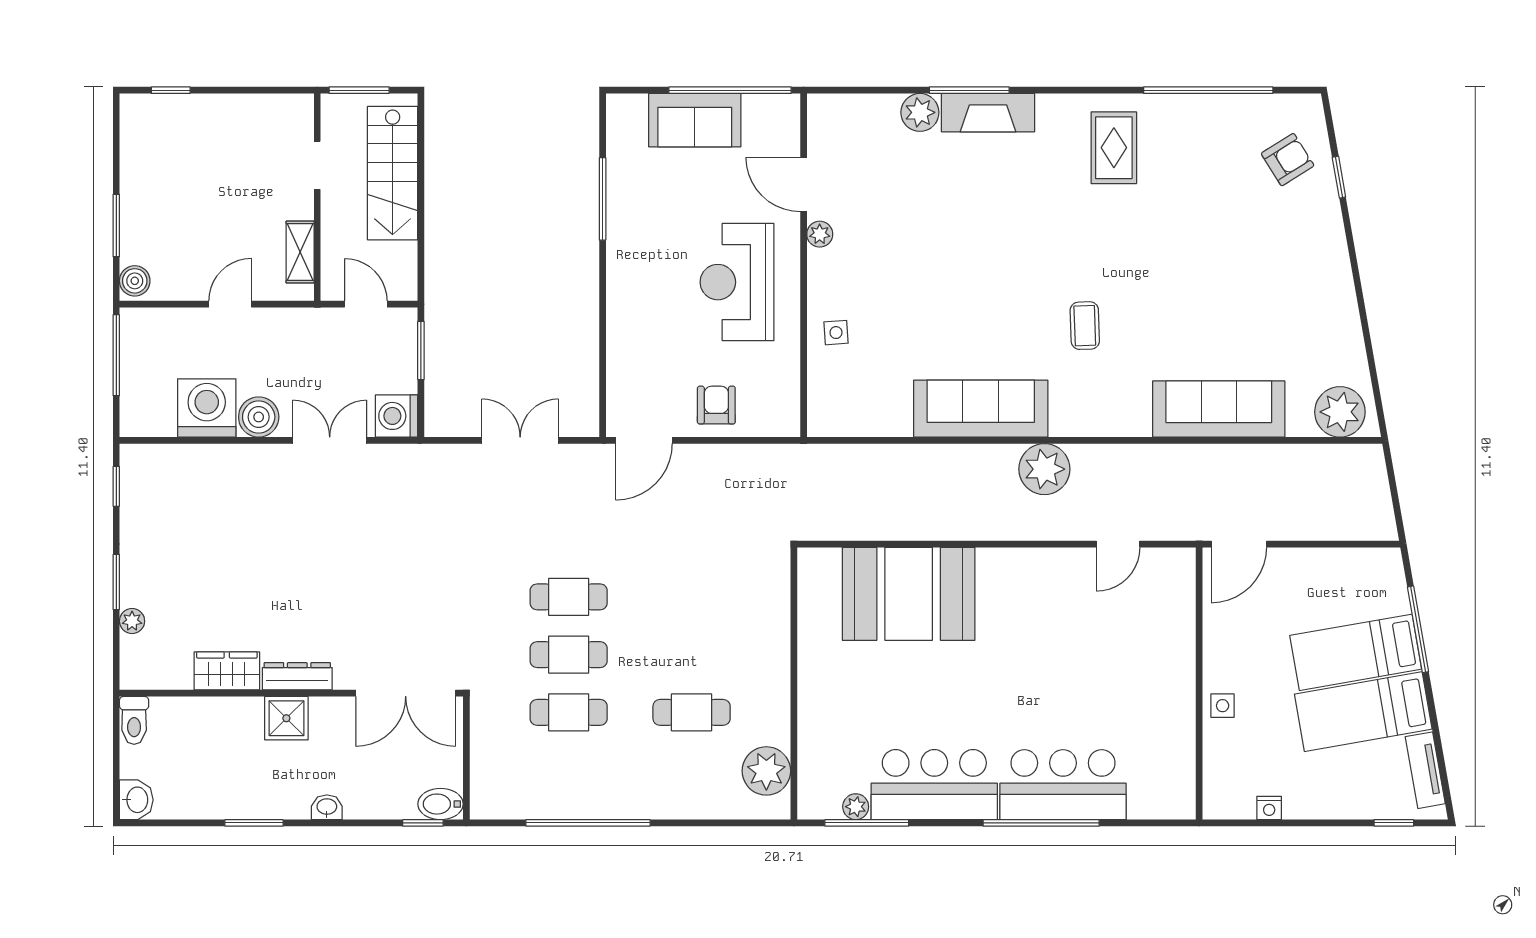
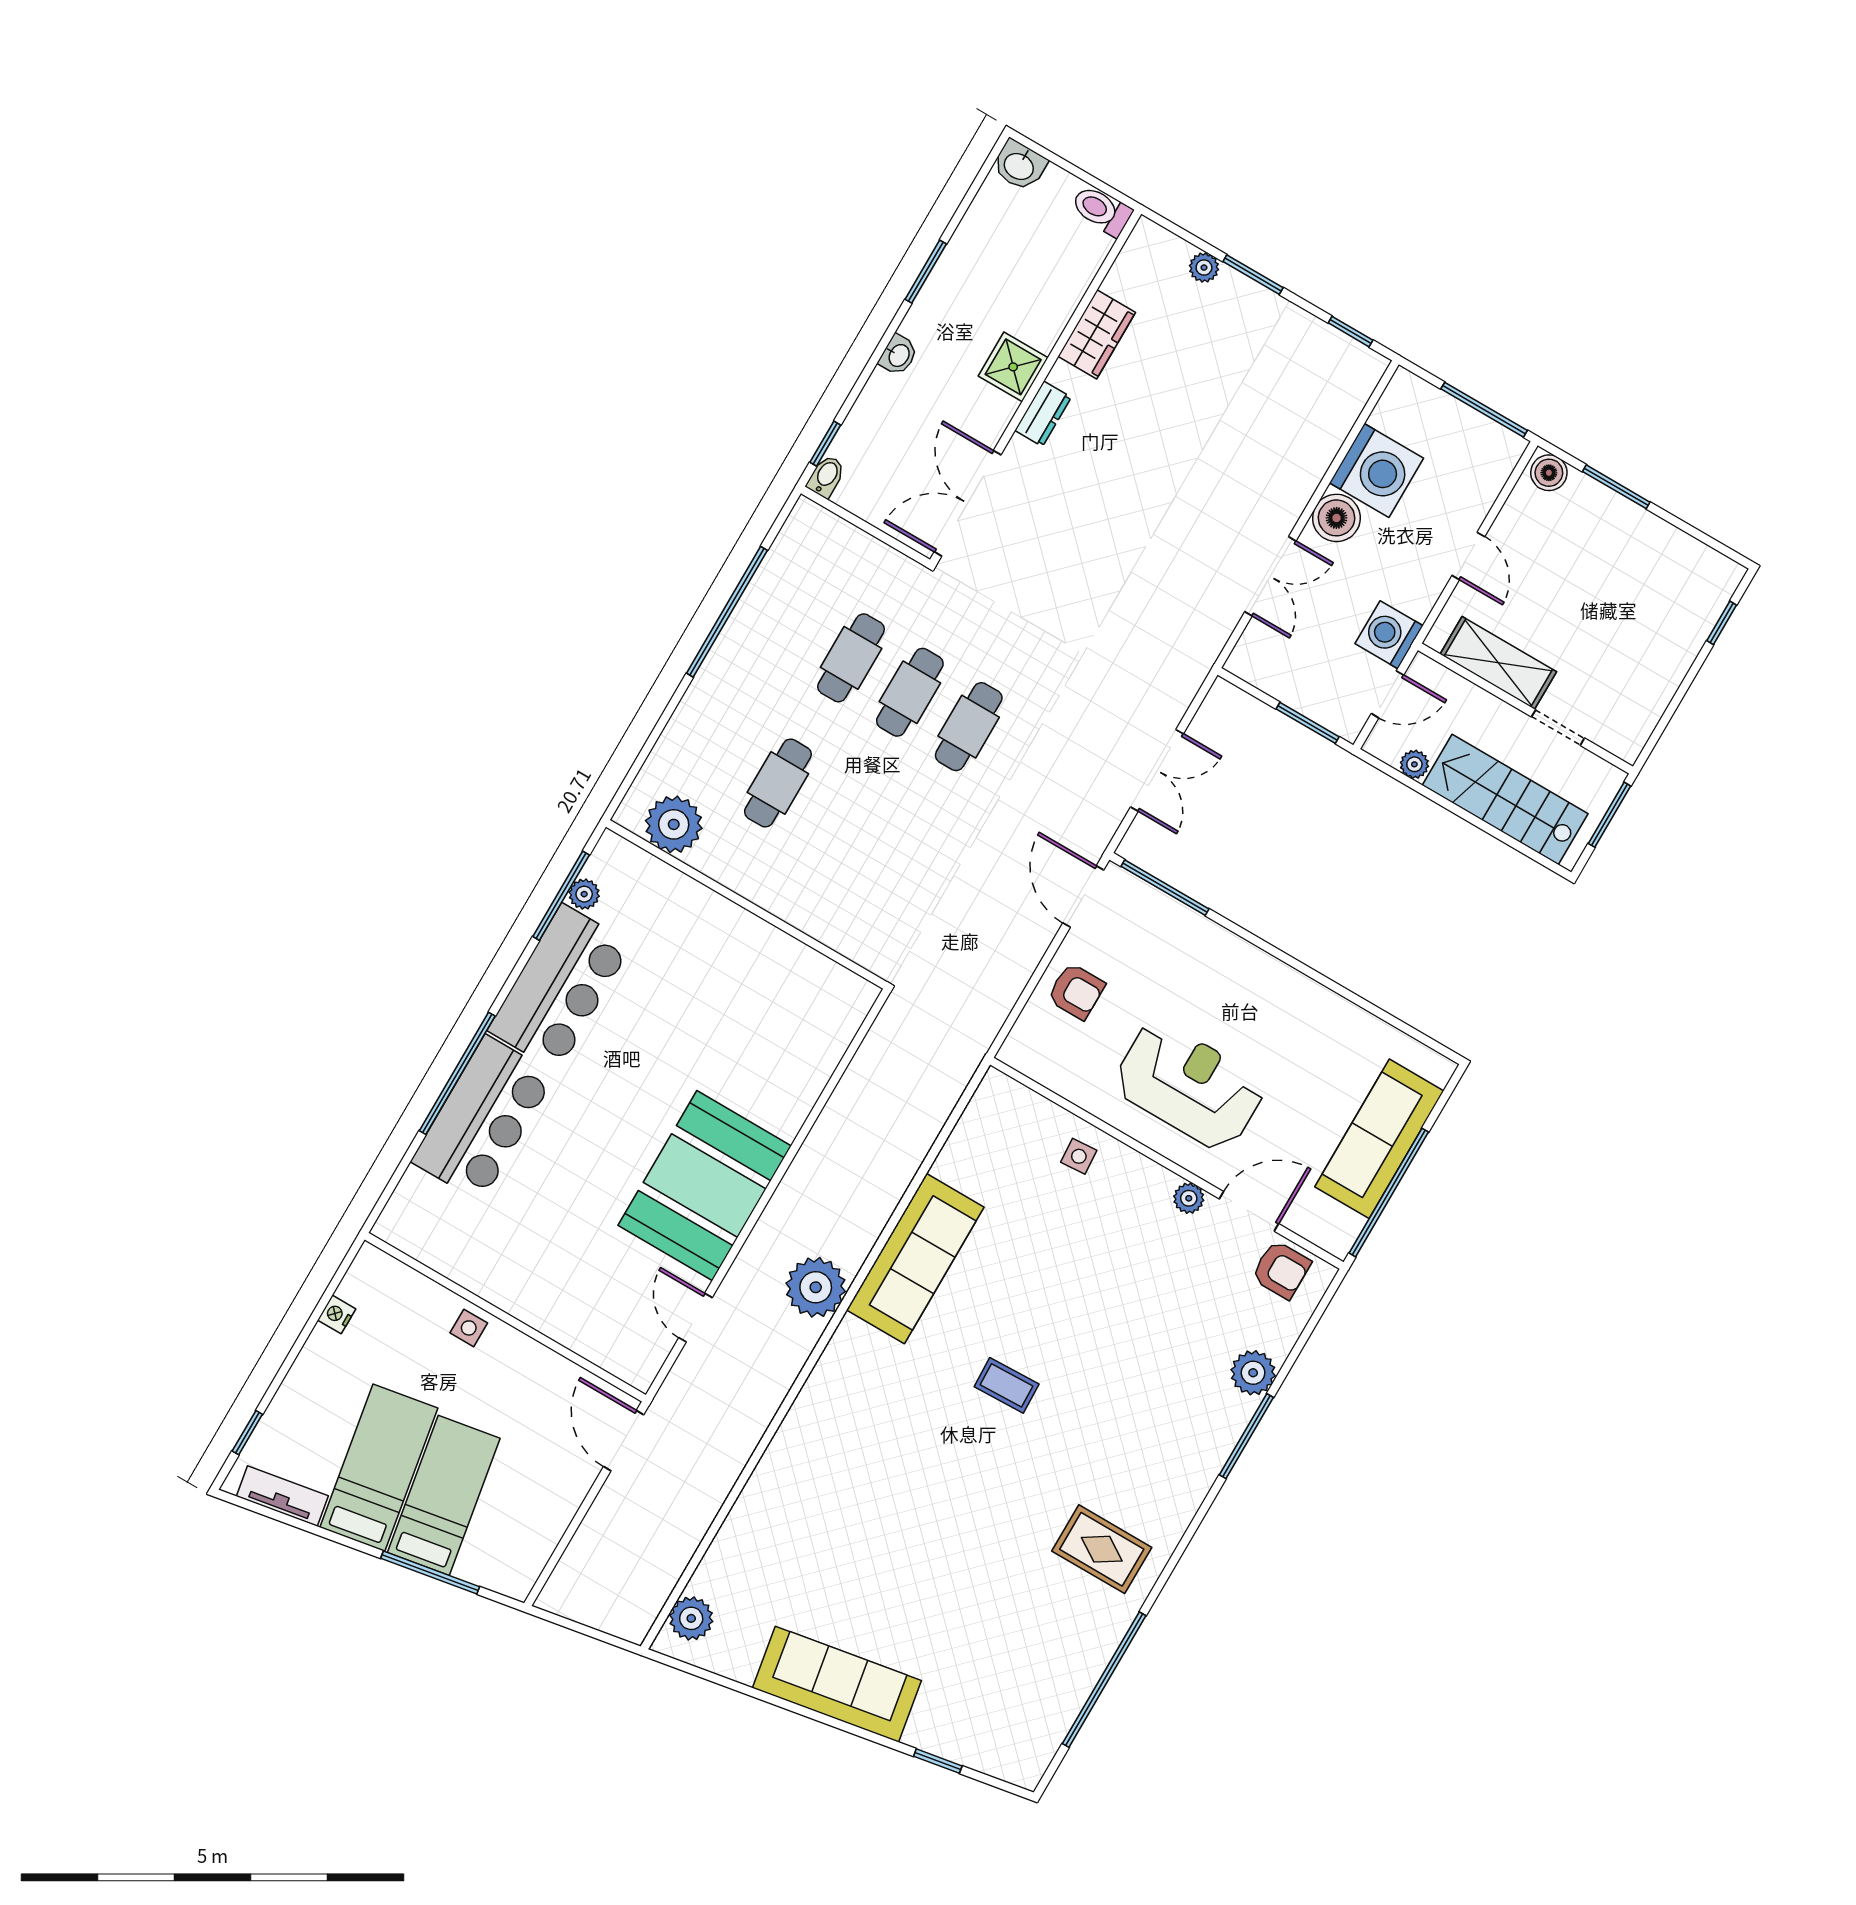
fireplace: (988, 113) -> (1212, 1442), removed
sofa: (695, 120) -> (1379, 1139), width x1.36
armchair: (1288, 160) -> (1281, 1270), moved, turned -58
window: (603, 199) -> (1165, 888), moved
shelving: (300, 252) -> (1498, 663), width x1.50, depth x1.33
plant: (406, 255) -> (1414, 764), added
coffee table: (1085, 326) -> (1007, 1385), moved
sofa: (1219, 409) -> (837, 1684), moved, turned -100
plant: (1340, 412) -> (691, 1618), width x0.73, depth x0.73
washing machine: (397, 416) -> (1389, 635), moved, turned -90
booth: (909, 594) -> (705, 1186), moved
dresser: (297, 676) -> (1043, 414), width x0.70
bidet: (441, 804) -> (826, 476), width x0.72, depth x0.74

